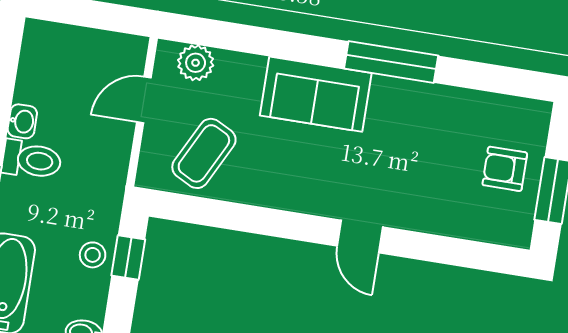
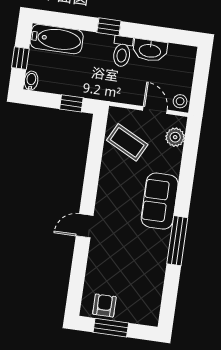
washbasin: (22, 121) -> (150, 50), width x1.91, depth x1.45
armchair: (505, 169) -> (104, 305), moved
stool: (93, 255) -> (180, 101), moved

